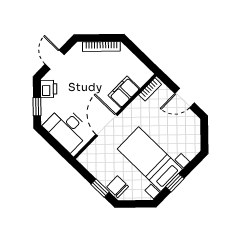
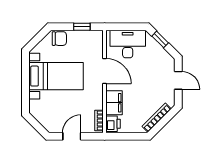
printer: (49, 89) -> (113, 124), moved, turned -135
window: (175, 183) -> (25, 77), removed
window: (100, 188) -> (82, 27), moved

